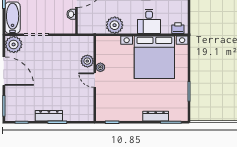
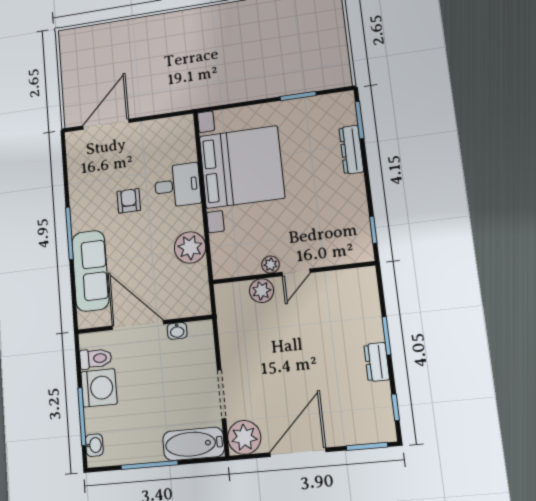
printer: (178, 28) -> (185, 132), removed
dresser: (49, 116) -> (377, 362), width x0.70

